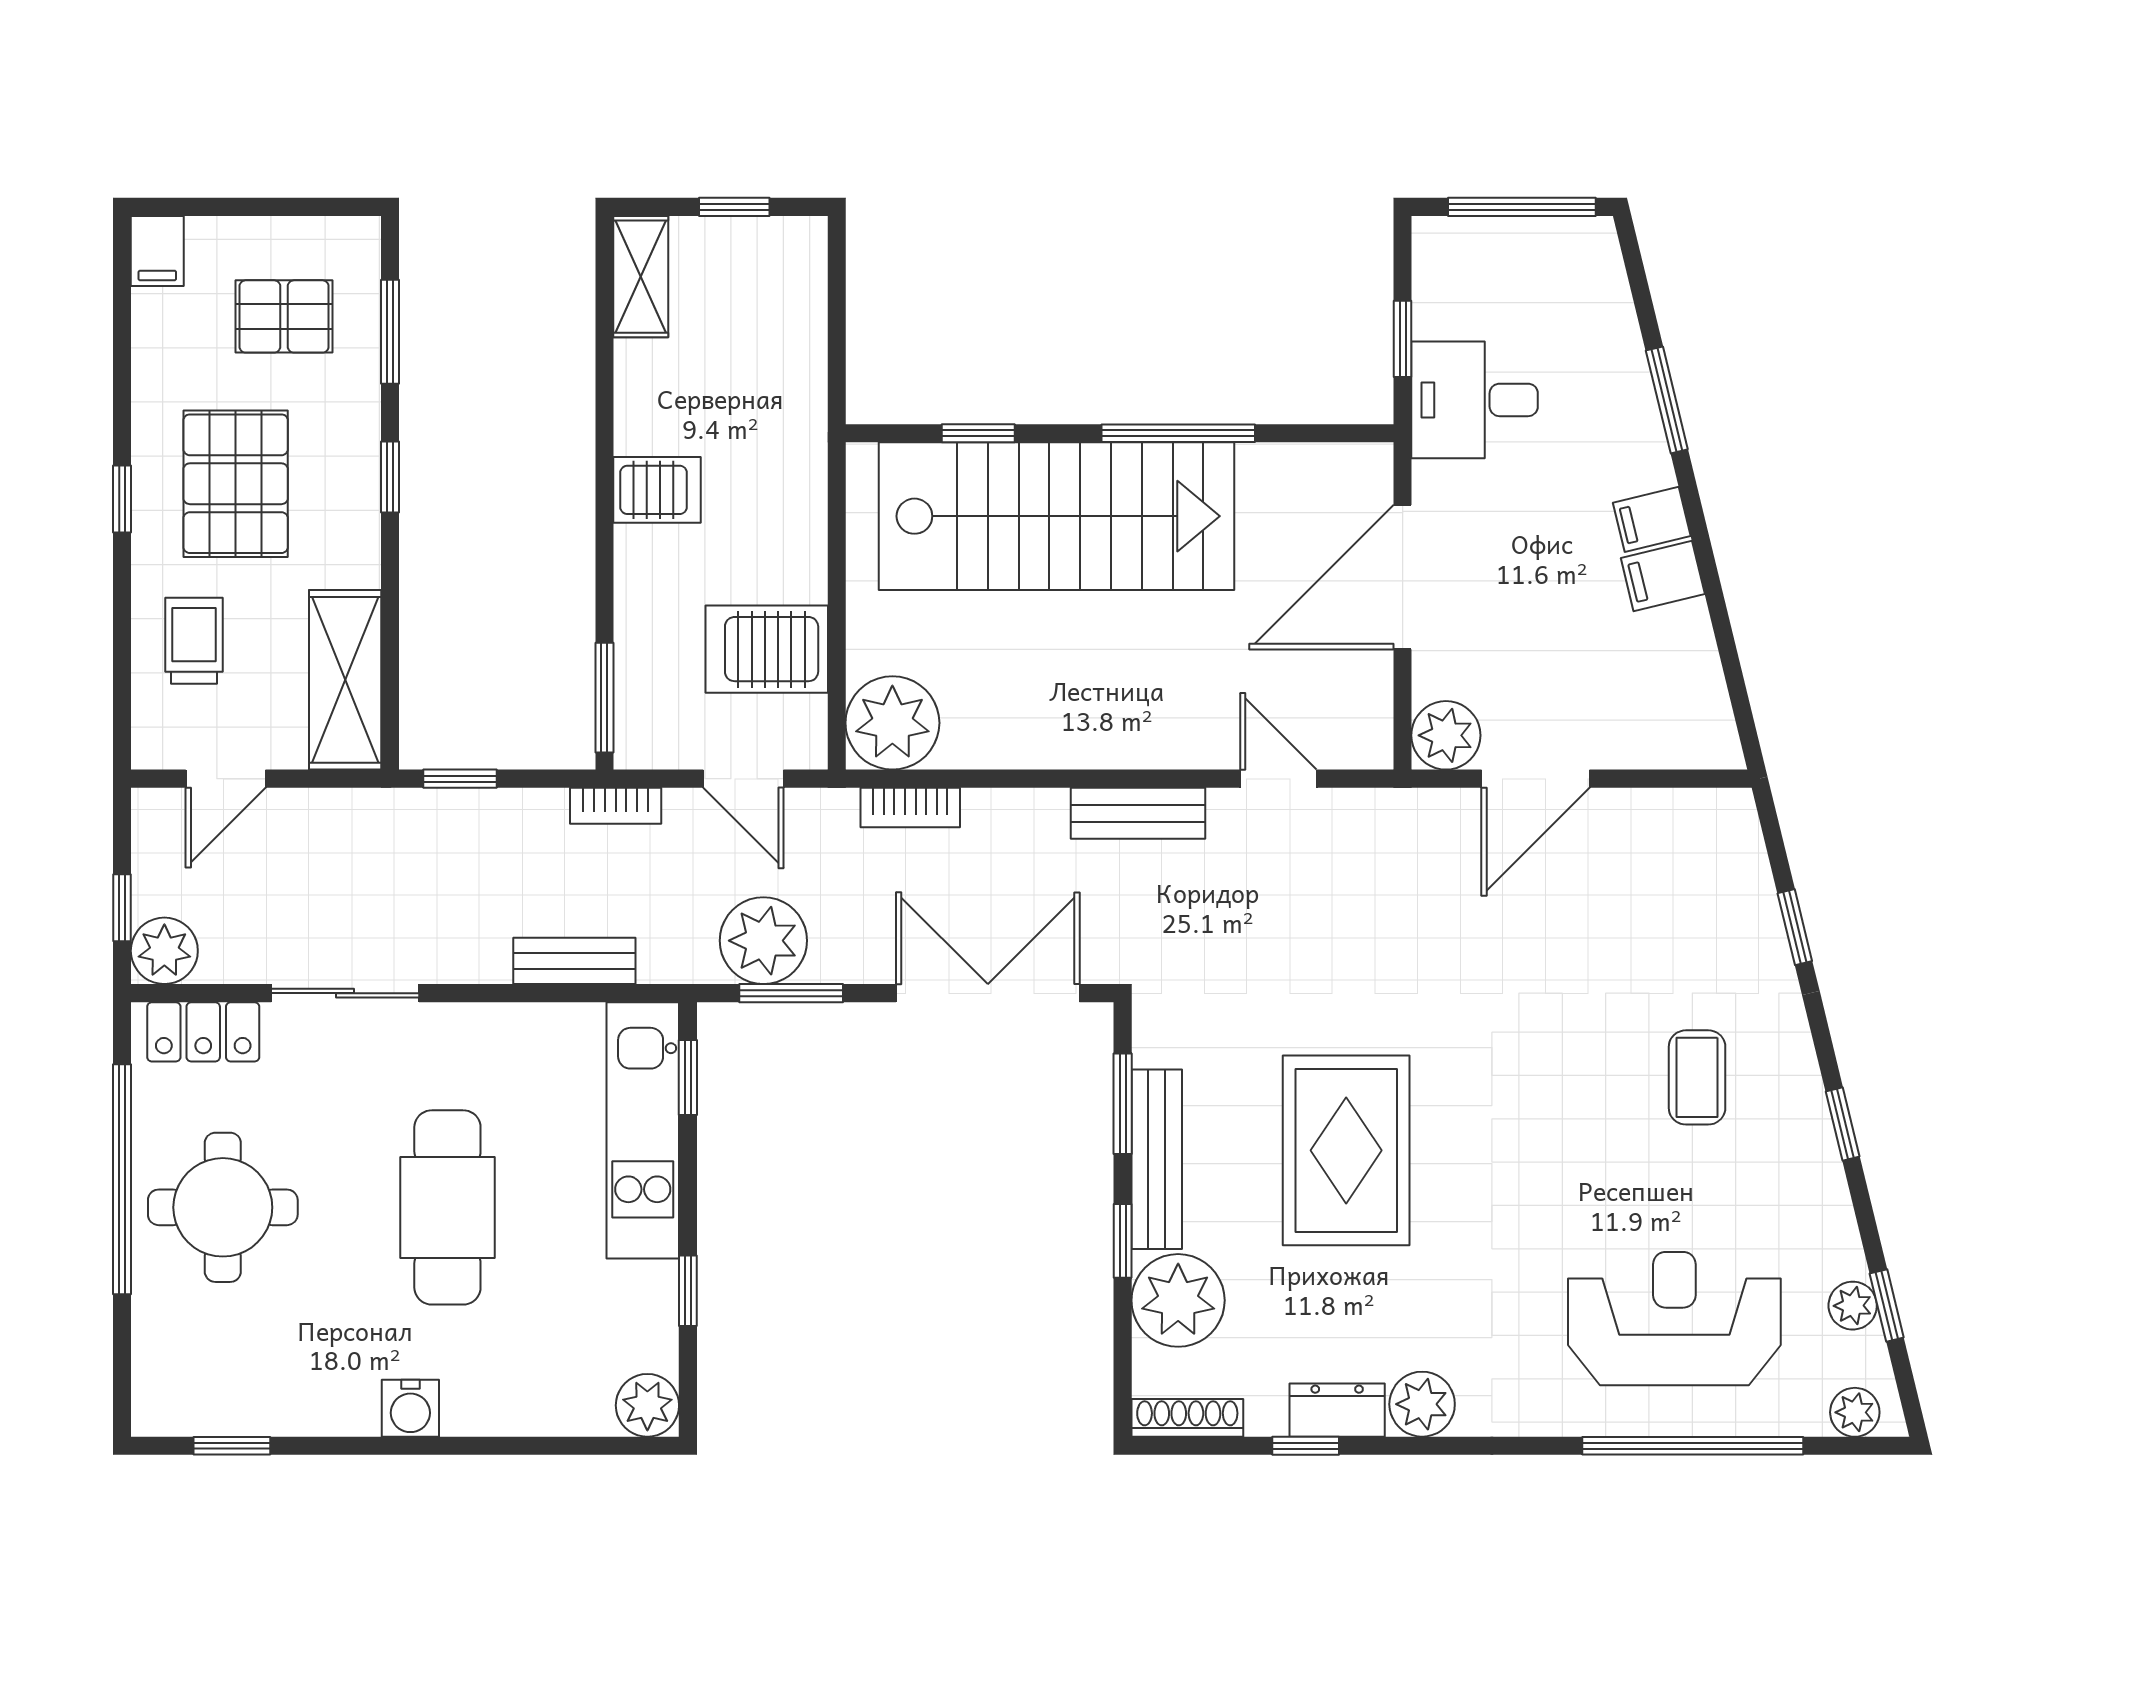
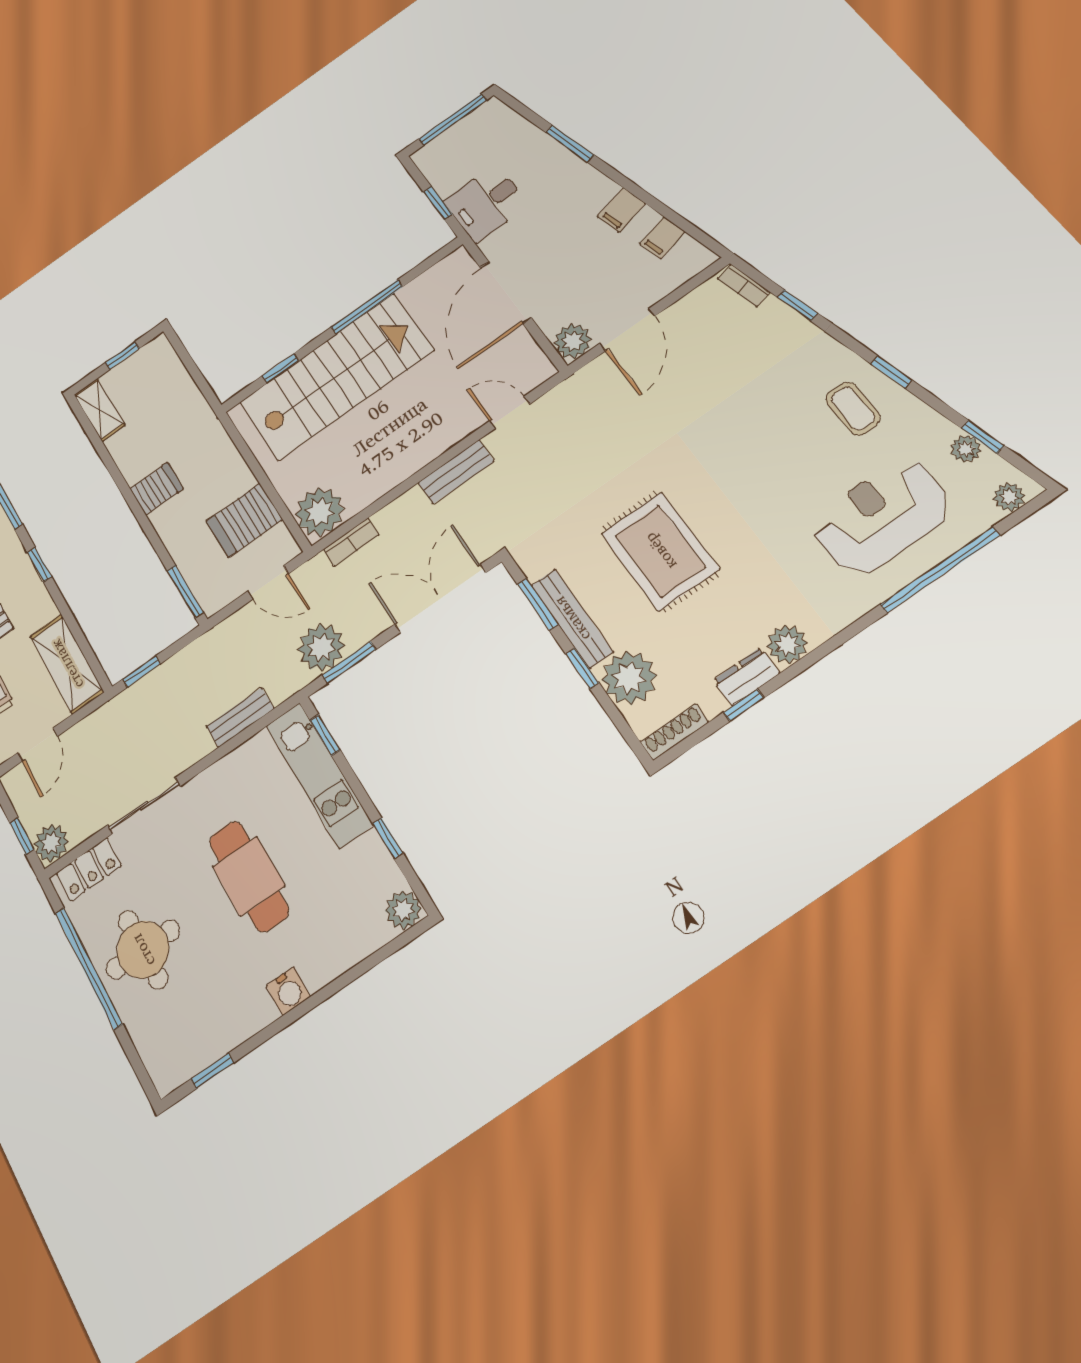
filing cabinet: (1652, 519) -> (662, 238), moved
bookcase: (616, 806) -> (744, 285), moved, turned 76
coffee table: (1697, 1077) -> (853, 408), moved

